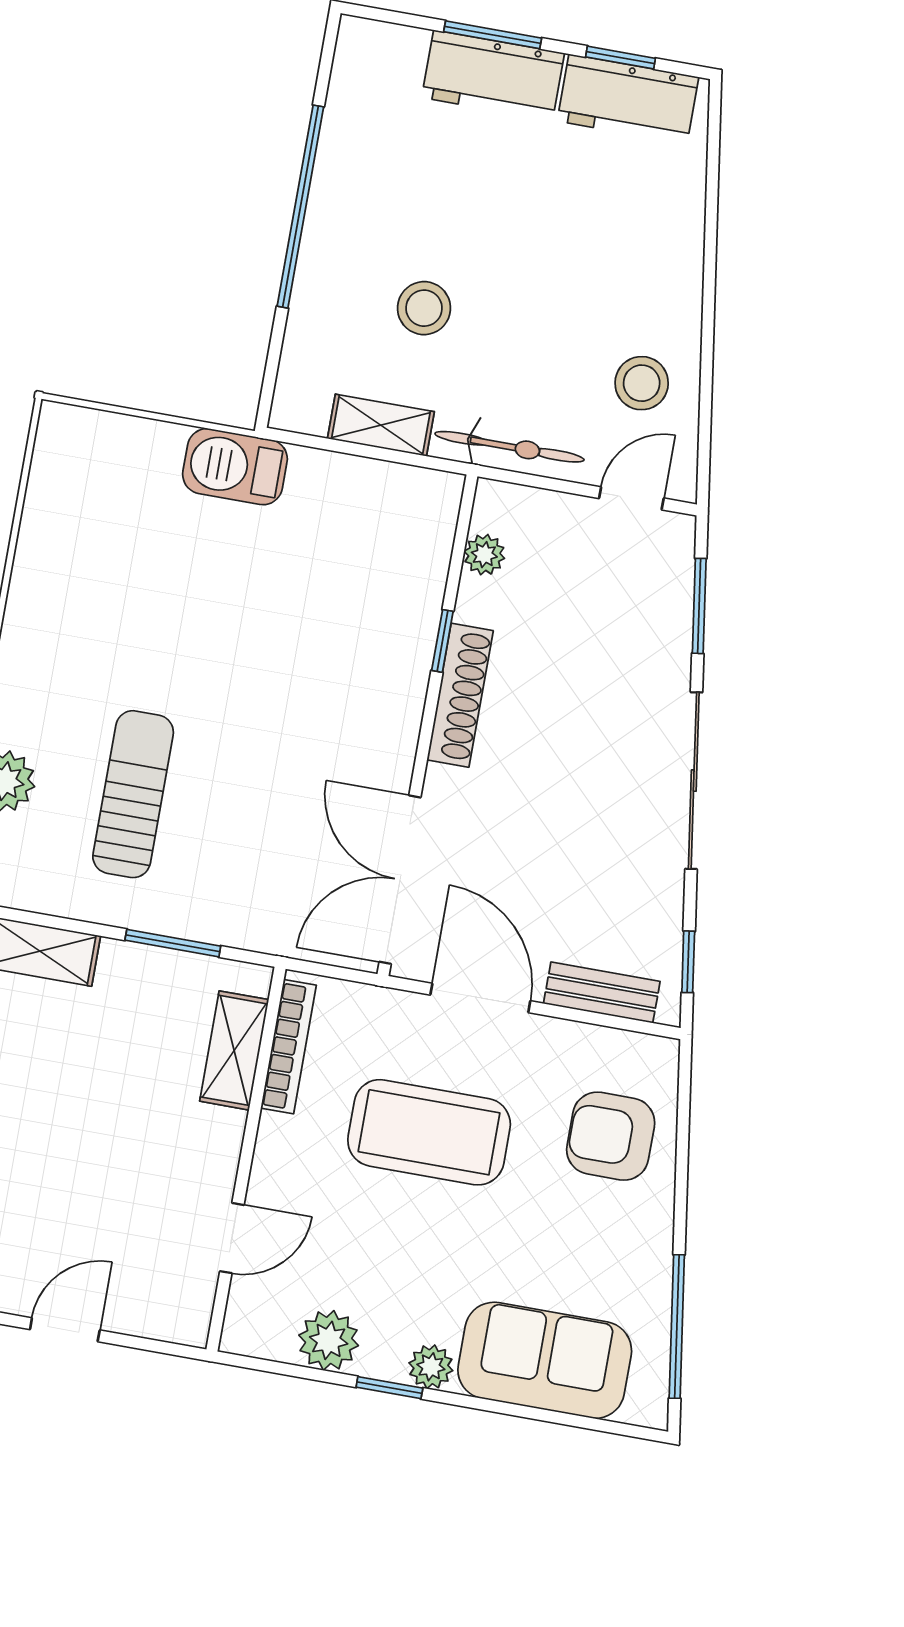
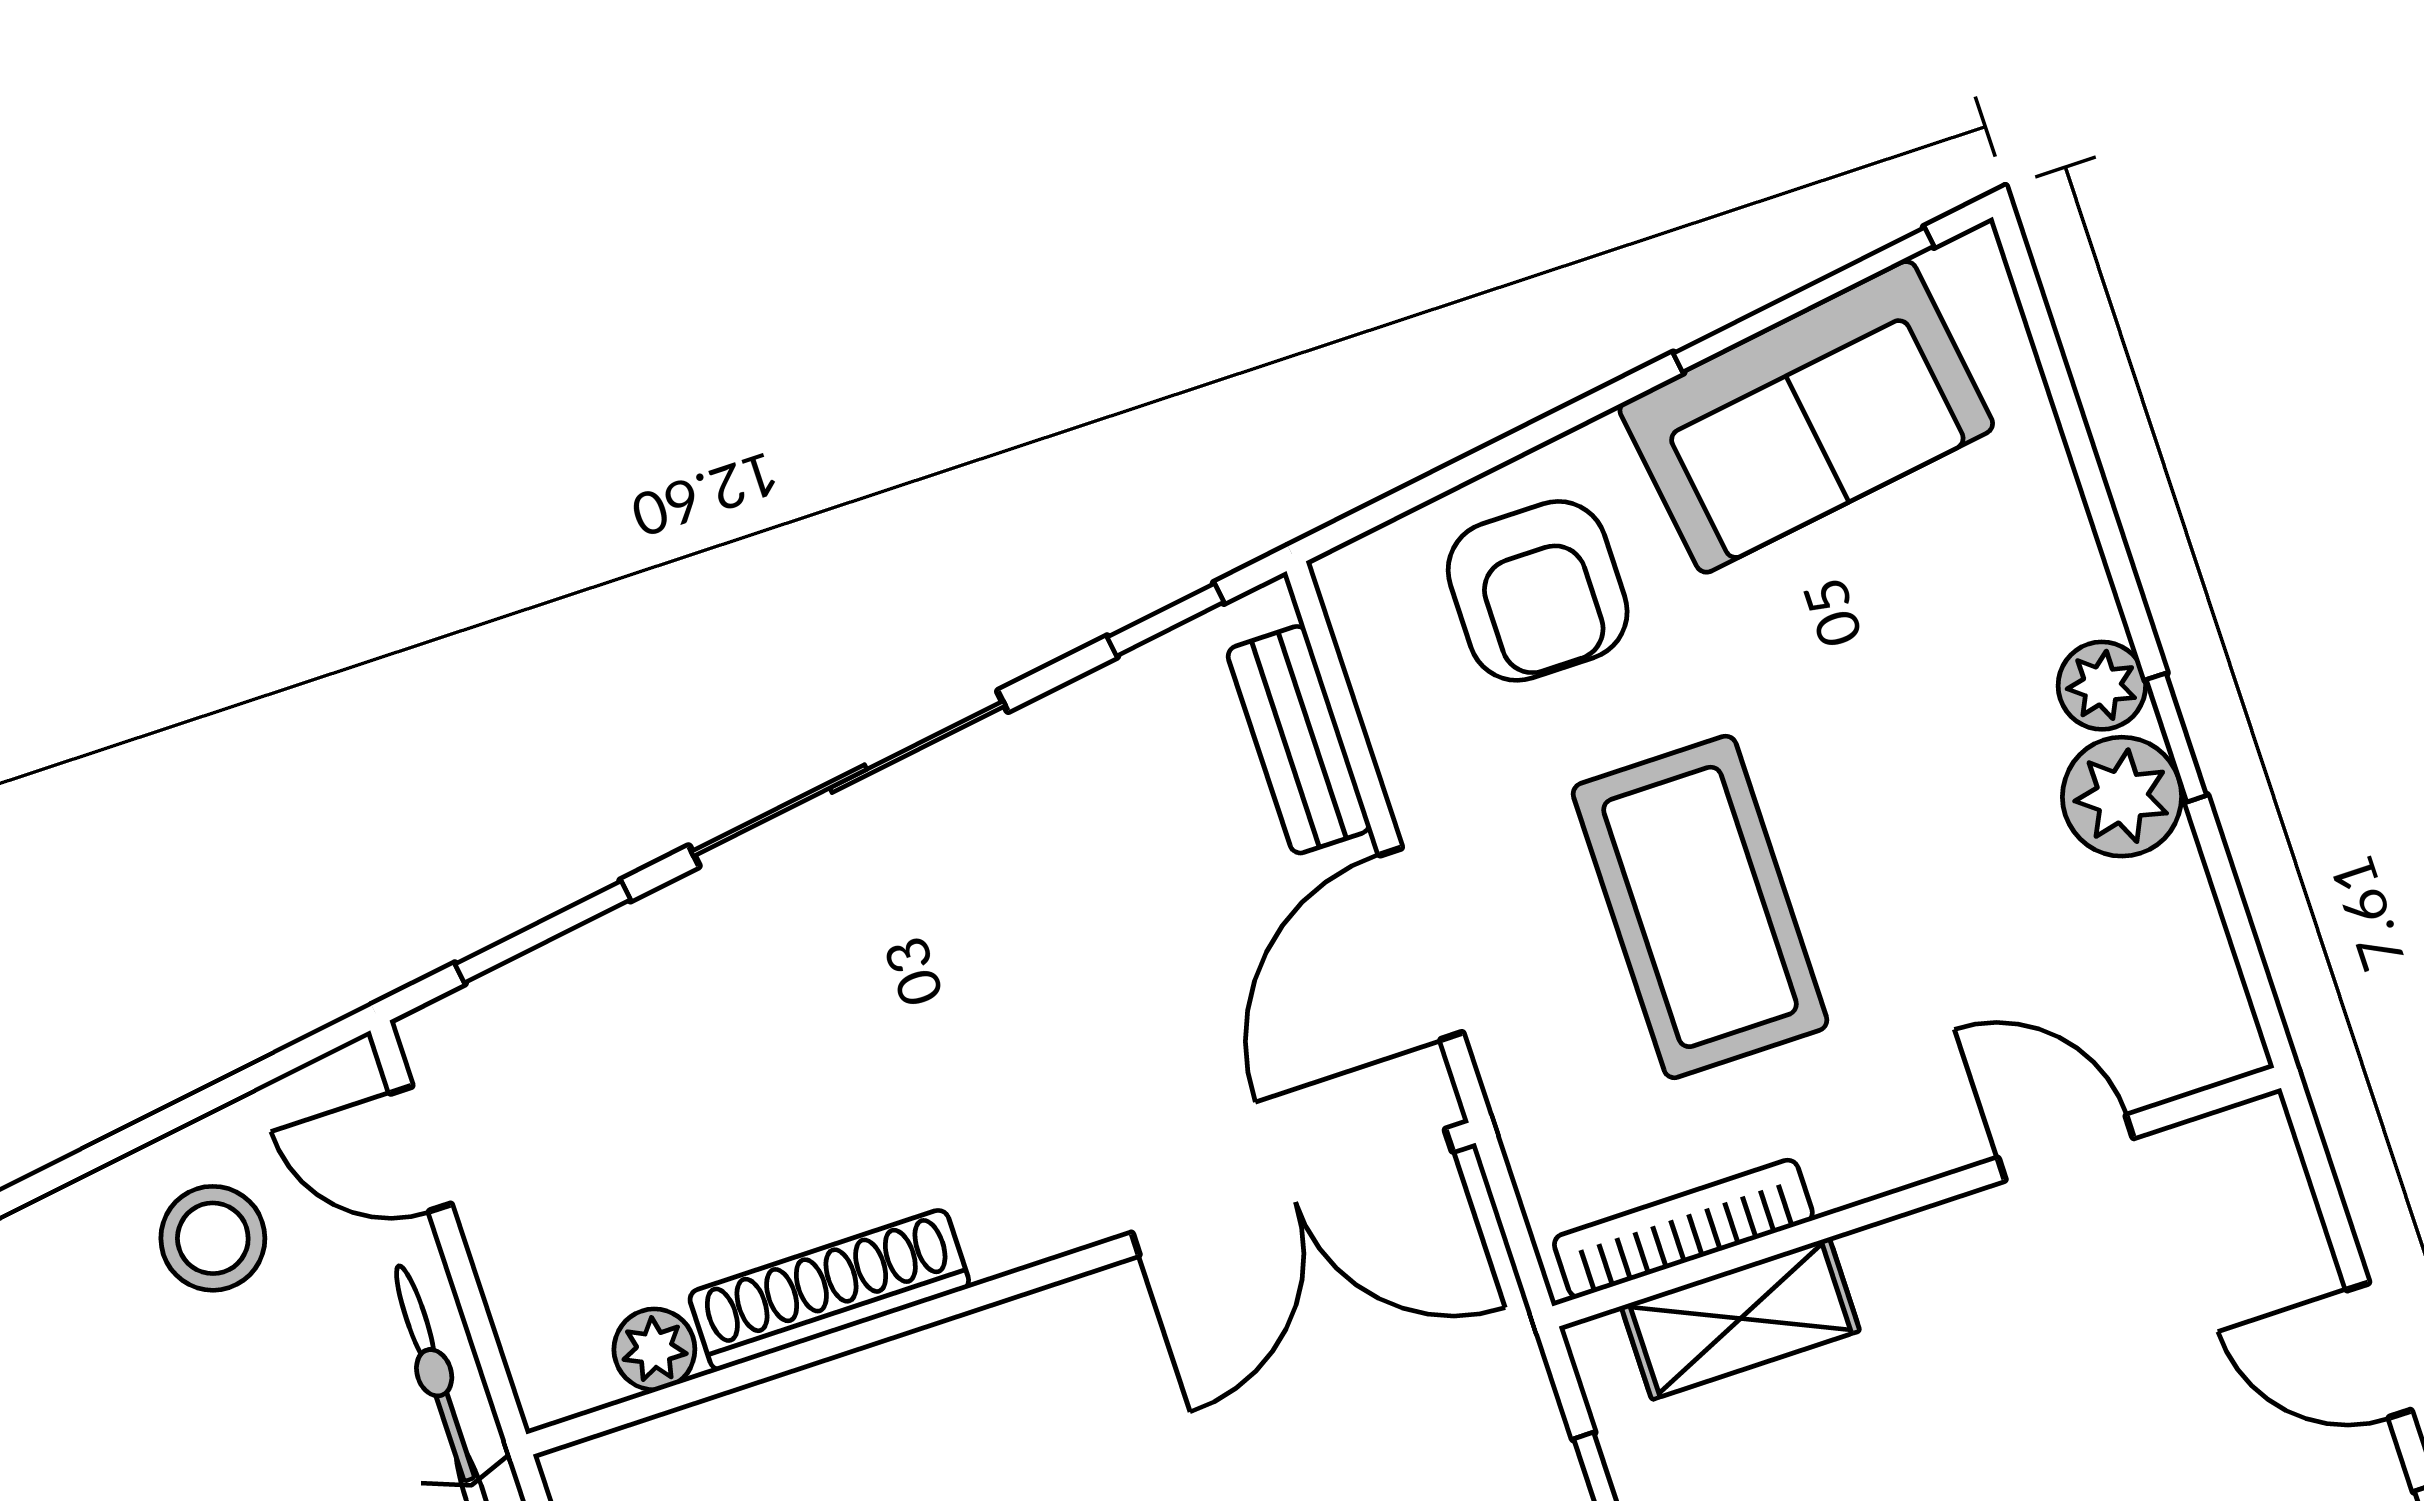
window: (442, 641) -> (842, 1341), removed
shoe rack: (460, 695) -> (829, 1290), moved
plant: (329, 1340) -> (2122, 797), moved
sofa: (545, 1360) -> (1806, 417), moved, turned -98

